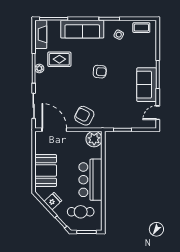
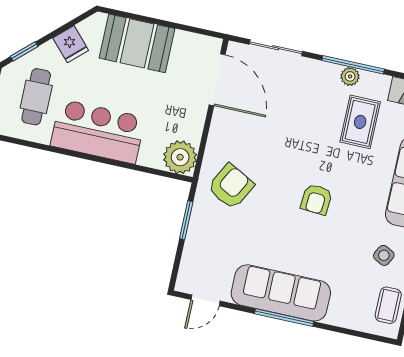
sofa: (147, 85) -> (281, 293), width x1.36
door: (158, 113) -> (205, 300), swing flipped
armchair: (84, 116) -> (231, 186), moved
door: (54, 130) -> (217, 80), hinge flipped

